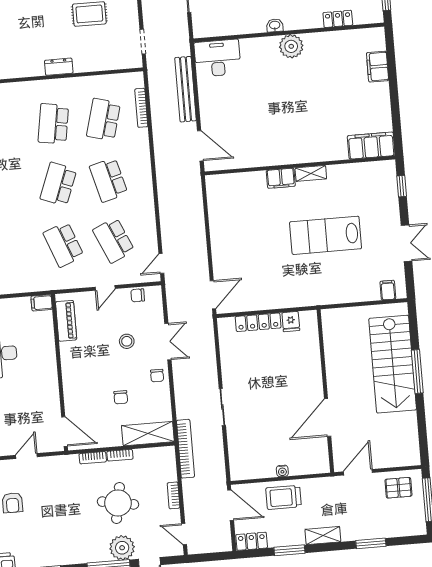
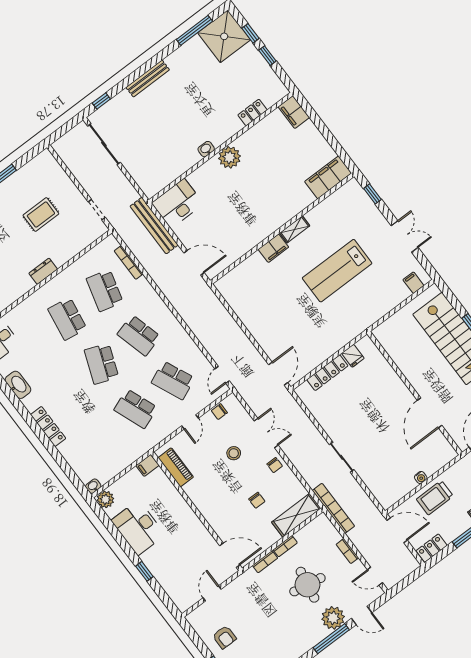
locker: (338, 19) -> (252, 112), moved
washbasin: (275, 25) -> (206, 149), moved
wall: (289, 33) -> (221, 148), moved
plant: (291, 46) -> (230, 157), moved
desk: (218, 58) -> (177, 203), moved

